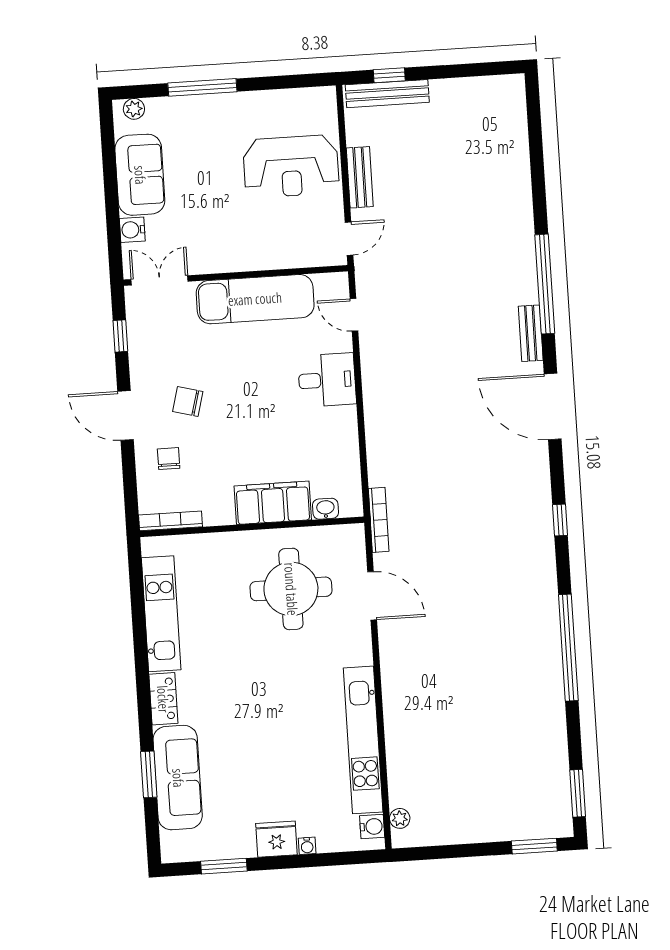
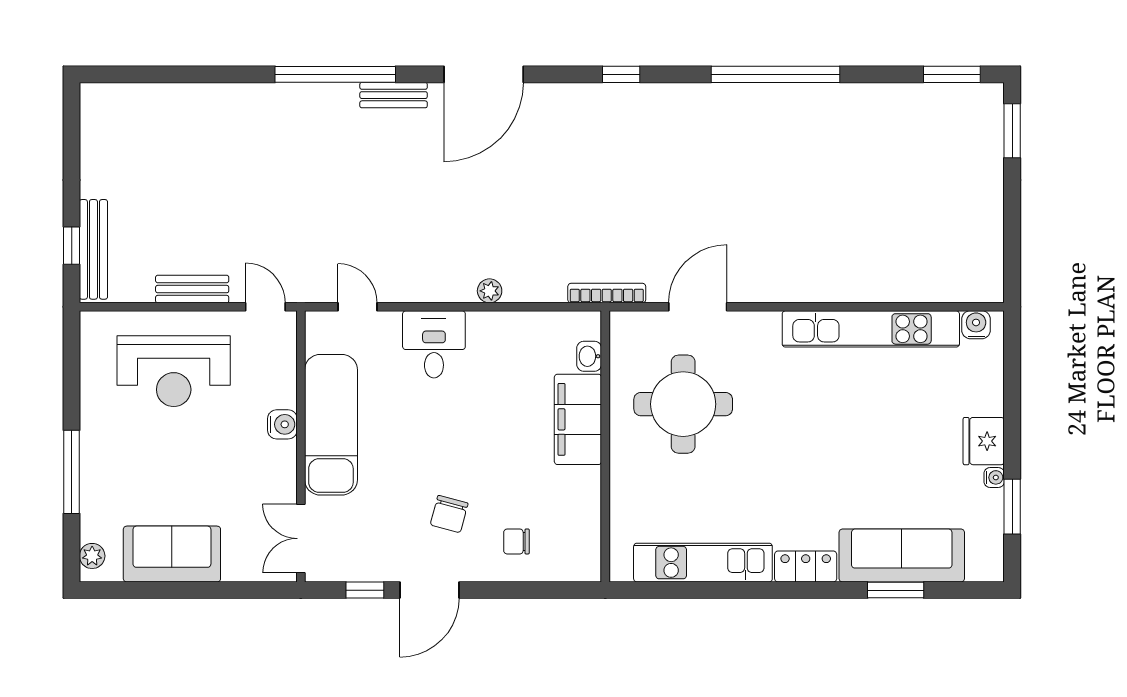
reception desk: (291, 166) -> (174, 371), turned 90
water cooler: (132, 230) -> (282, 424), moved, turned -90
door: (354, 315) -> (358, 307), swing flipped
door: (126, 416) -> (429, 590), moved
bookcase: (170, 521) -> (592, 544), removed
plant: (400, 818) -> (490, 291), moved
water cooler: (307, 846) -> (994, 477), moved

